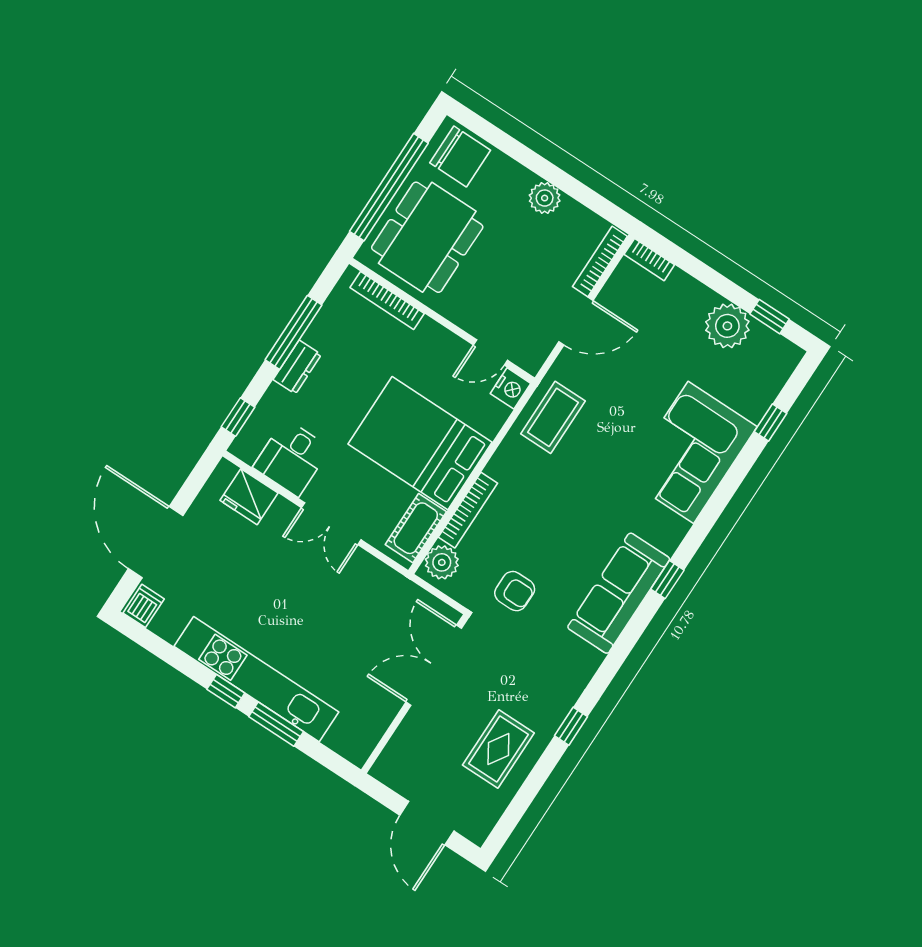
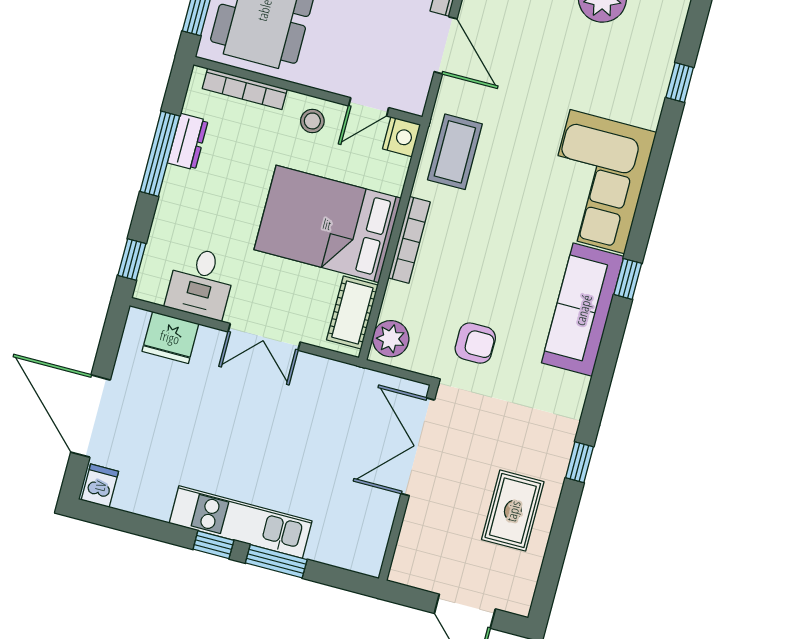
door: (576, 321) -> (446, 45), hinge flipped
stool: (437, 348) -> (312, 121), added
dresser: (297, 367) -> (188, 142), moved
corner sofa: (691, 452) -> (597, 182), moved
bookcase: (468, 510) -> (409, 240), moved
kitchen unit: (256, 679) -> (241, 522), width x0.73

